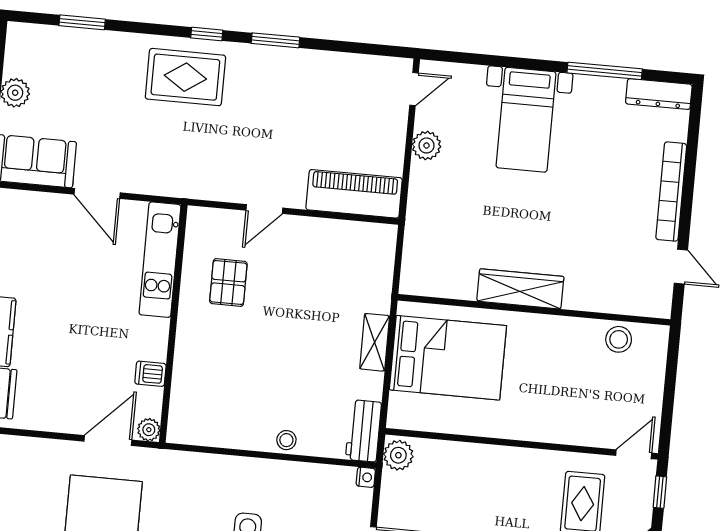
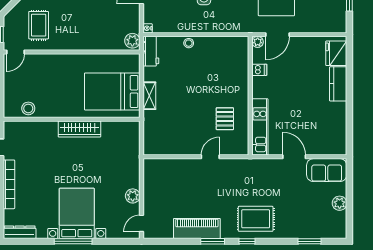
window: (605, 71) -> (73, 241), moved
bed with nightstands: (526, 120) -> (77, 213), width x1.36
piano: (354, 194) -> (197, 228), moved, turned 180

